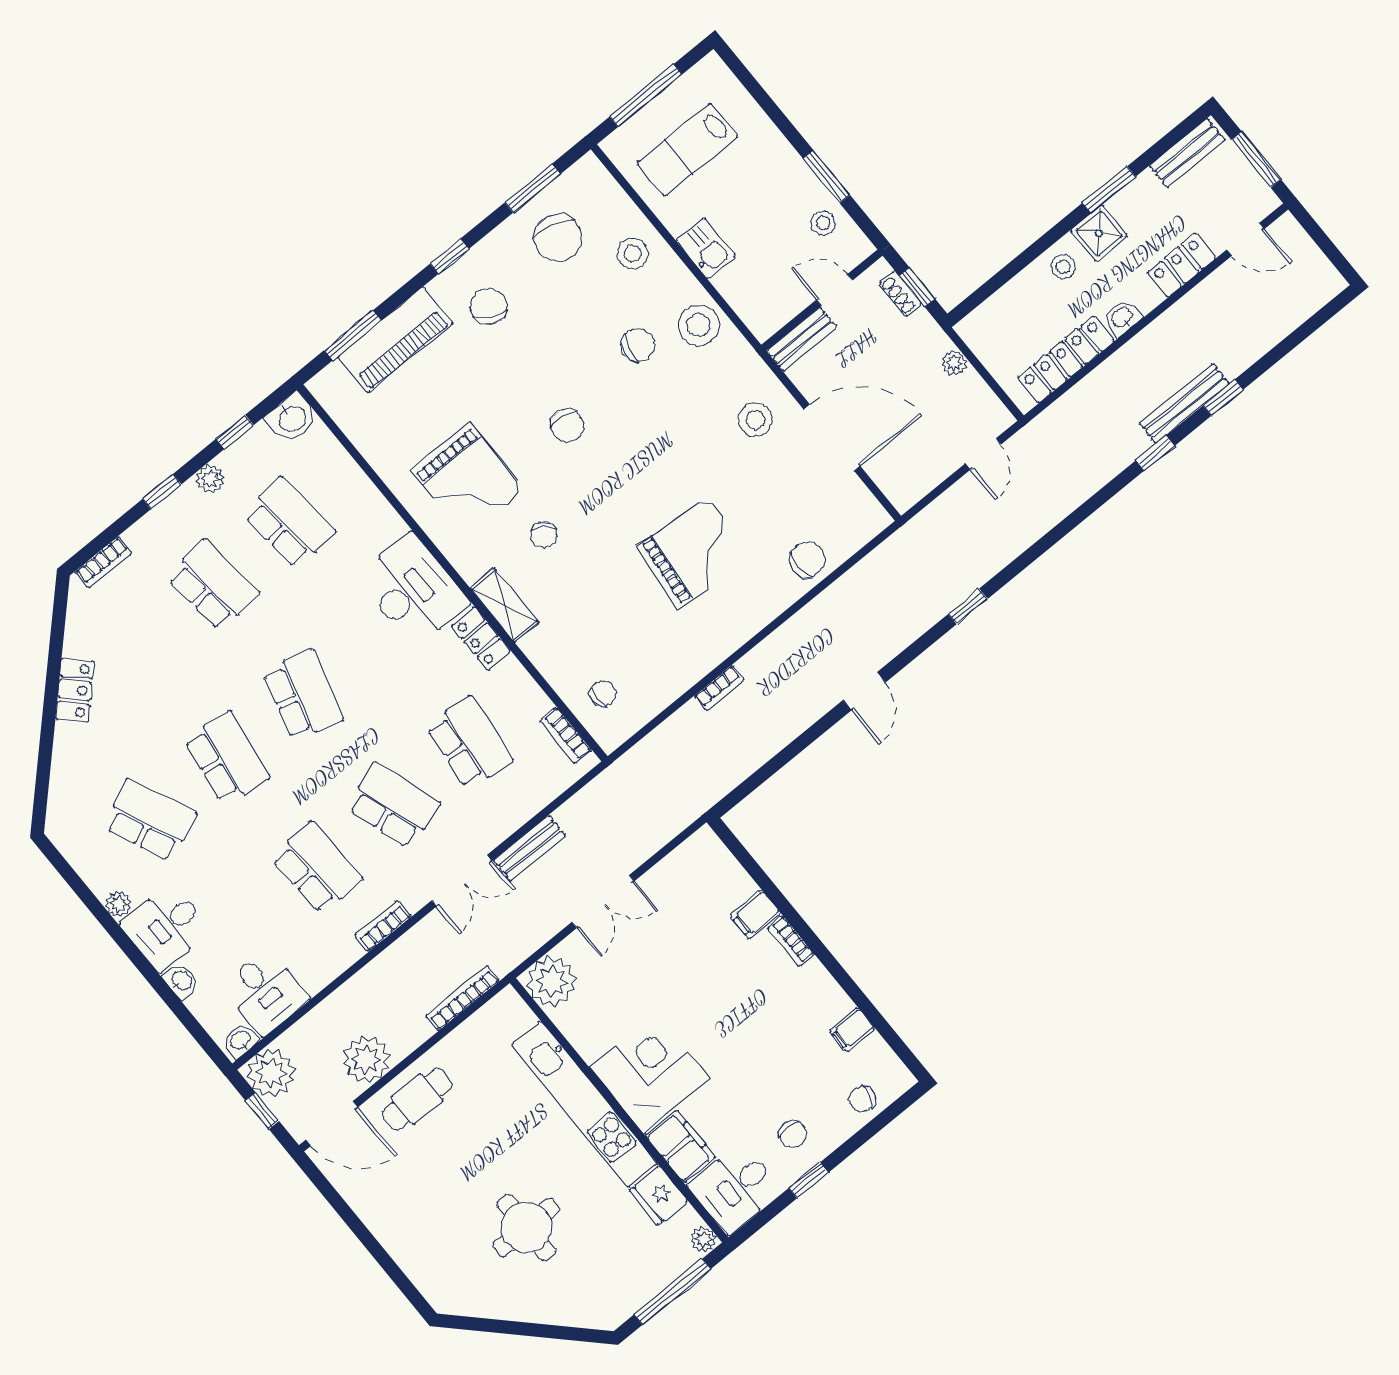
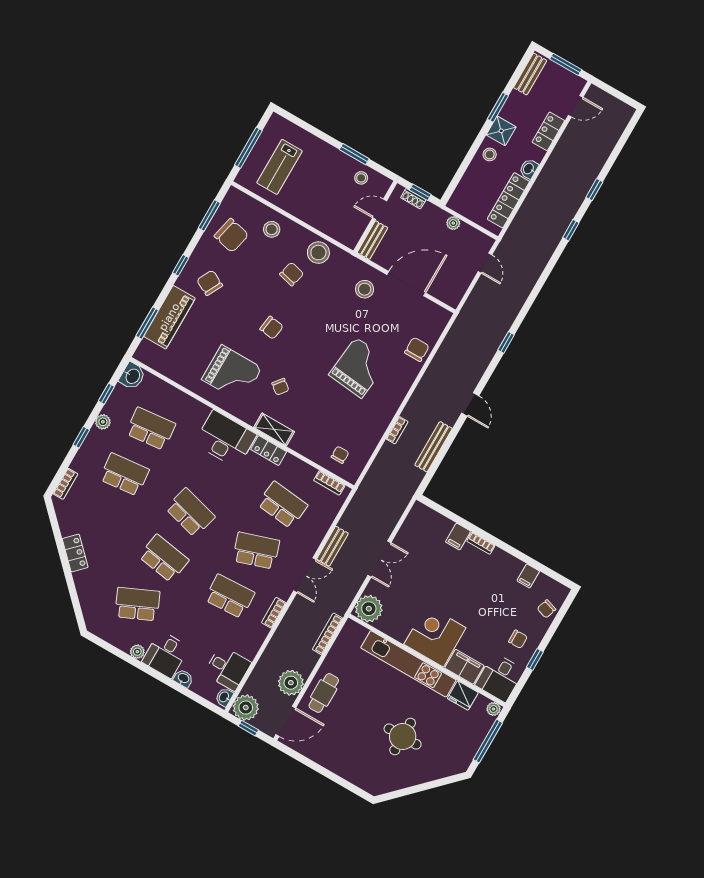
kitchen sink: (706, 248) -> (307, 213), removed
bench: (1184, 404) -> (434, 447), moved

